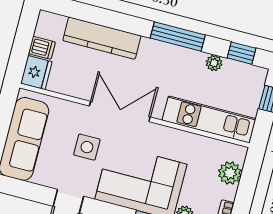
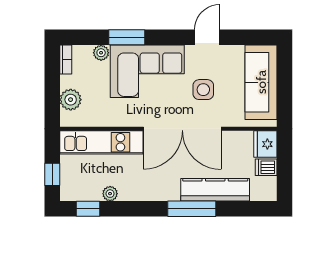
window: (178, 36) -> (192, 209), moved
double door: (120, 112) -> (182, 129), width x1.36

